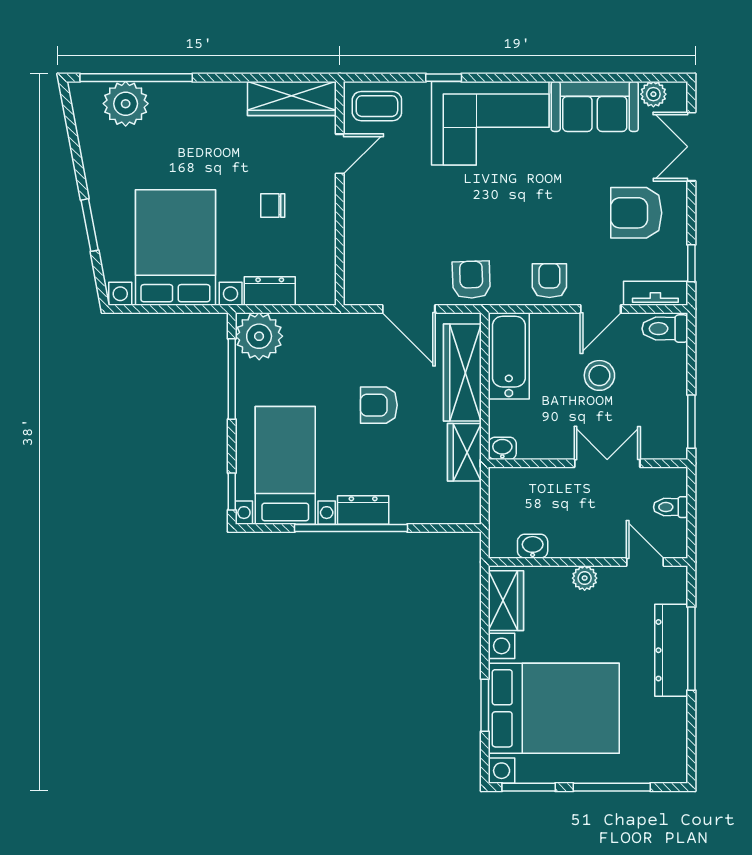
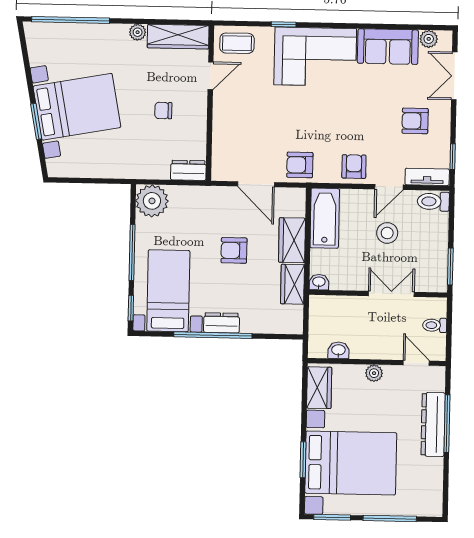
plant: (126, 104) -> (138, 32), moved, width x0.53, depth x0.53
armchair: (636, 213) -> (415, 121), width x0.72, depth x0.72
bed with nightstands: (175, 248) -> (77, 107), moved, turned 79
armchair: (471, 280) -> (300, 165), turned -88
dresser: (270, 291) -> (188, 170), moved
wardrobe: (462, 372) -> (292, 240), width x0.67
window: (232, 379) -> (132, 253), moved

